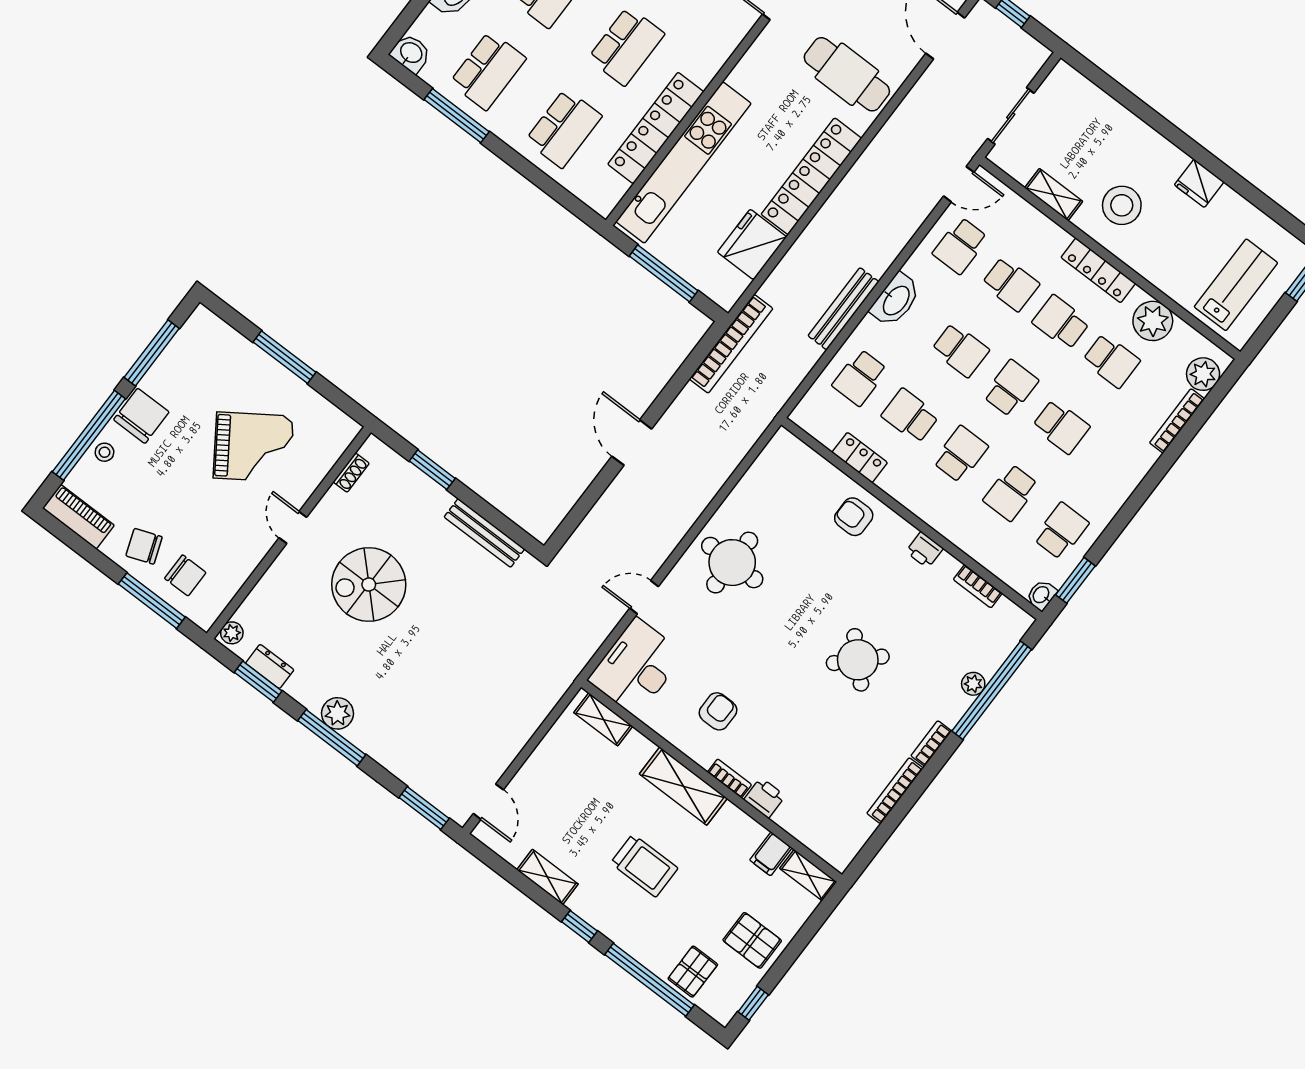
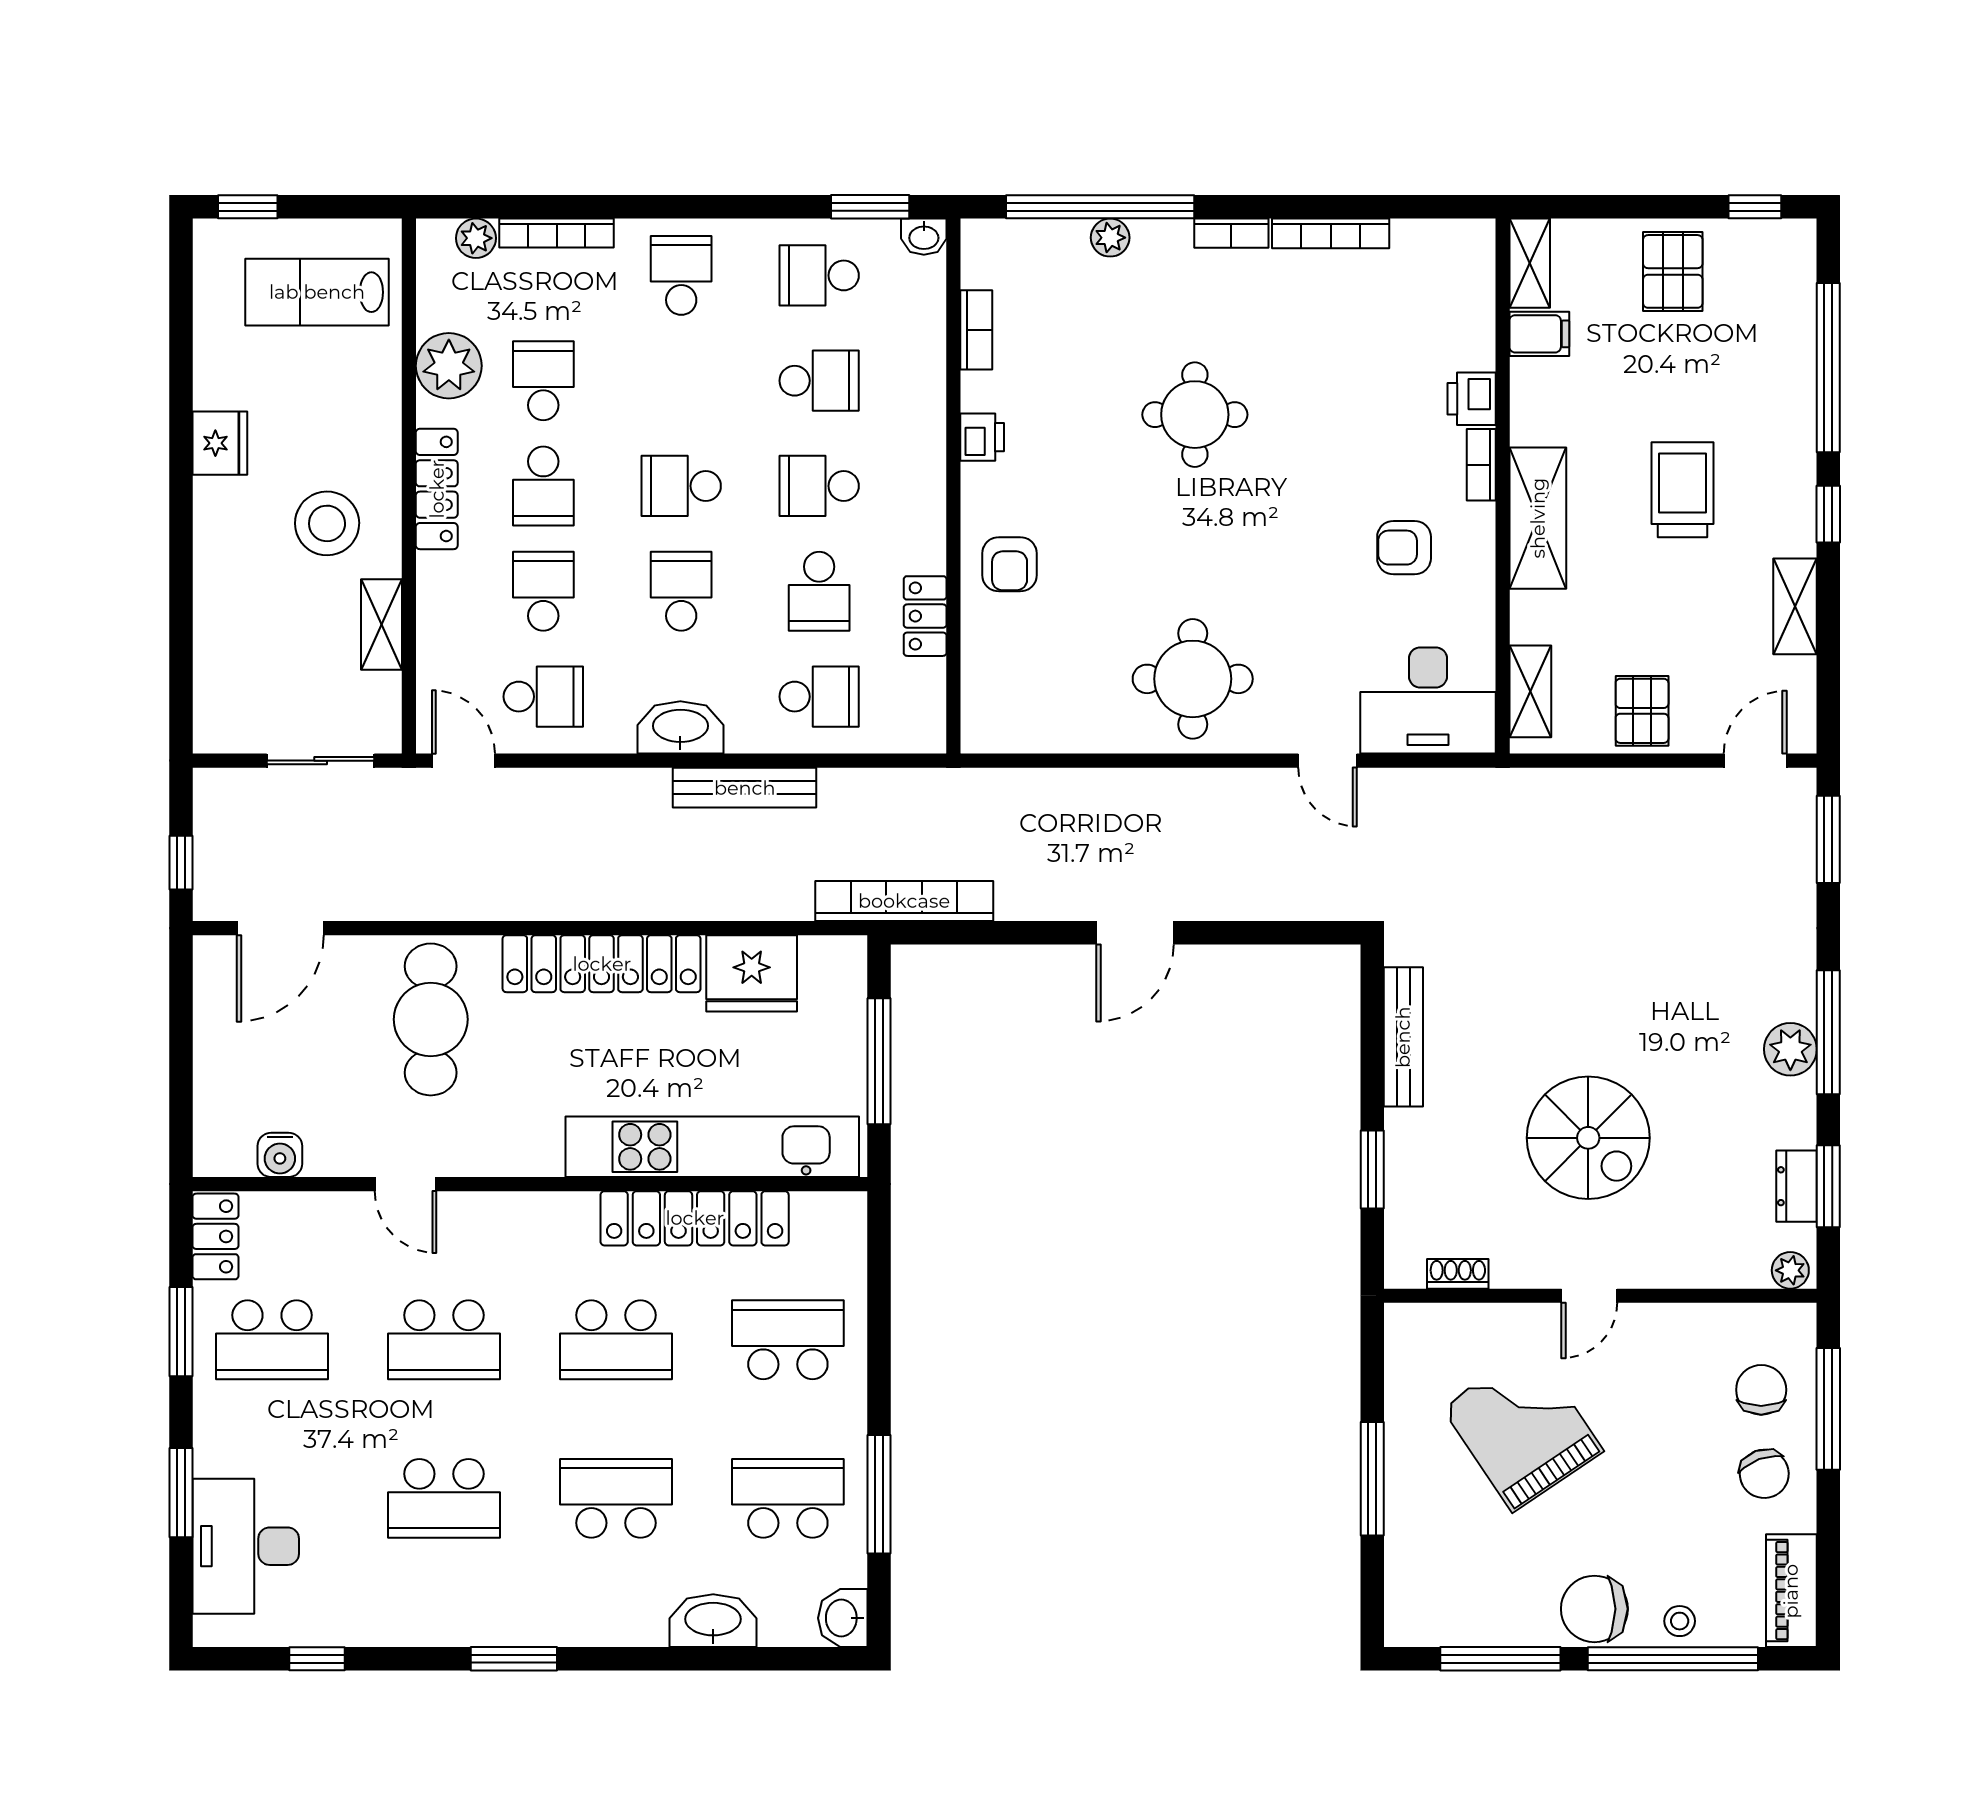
school desk: (626, 46) -> (616, 1340), turned 180
plant: (1203, 374) -> (476, 238), width x0.73, depth x0.73
school desk: (1061, 427) -> (681, 275), moved
round table: (858, 660) -> (1195, 415), turned 45
pallet: (693, 972) -> (1642, 711), moved, turned 90

